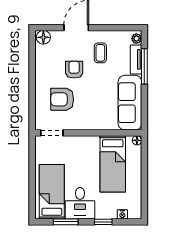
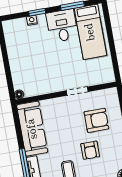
doorway: (52, 133) -> (77, 91), moved
bed: (113, 164) -> (38, 68), removed
nightstand: (122, 214) -> (32, 20), moved

